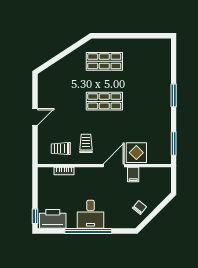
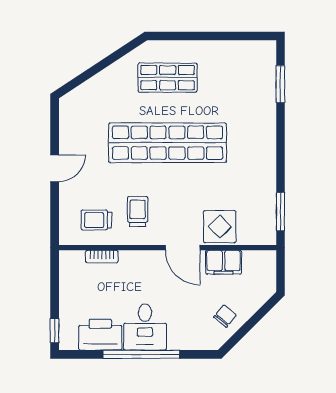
window: (174, 95) -> (280, 84), moved
shop shelf: (104, 101) -> (168, 143), width x2.00, depth x1.36
door: (114, 166) -> (183, 248), swing flipped
filing cabinet: (133, 174) -> (224, 262), width x2.00
printer: (53, 219) -> (100, 335), moved

